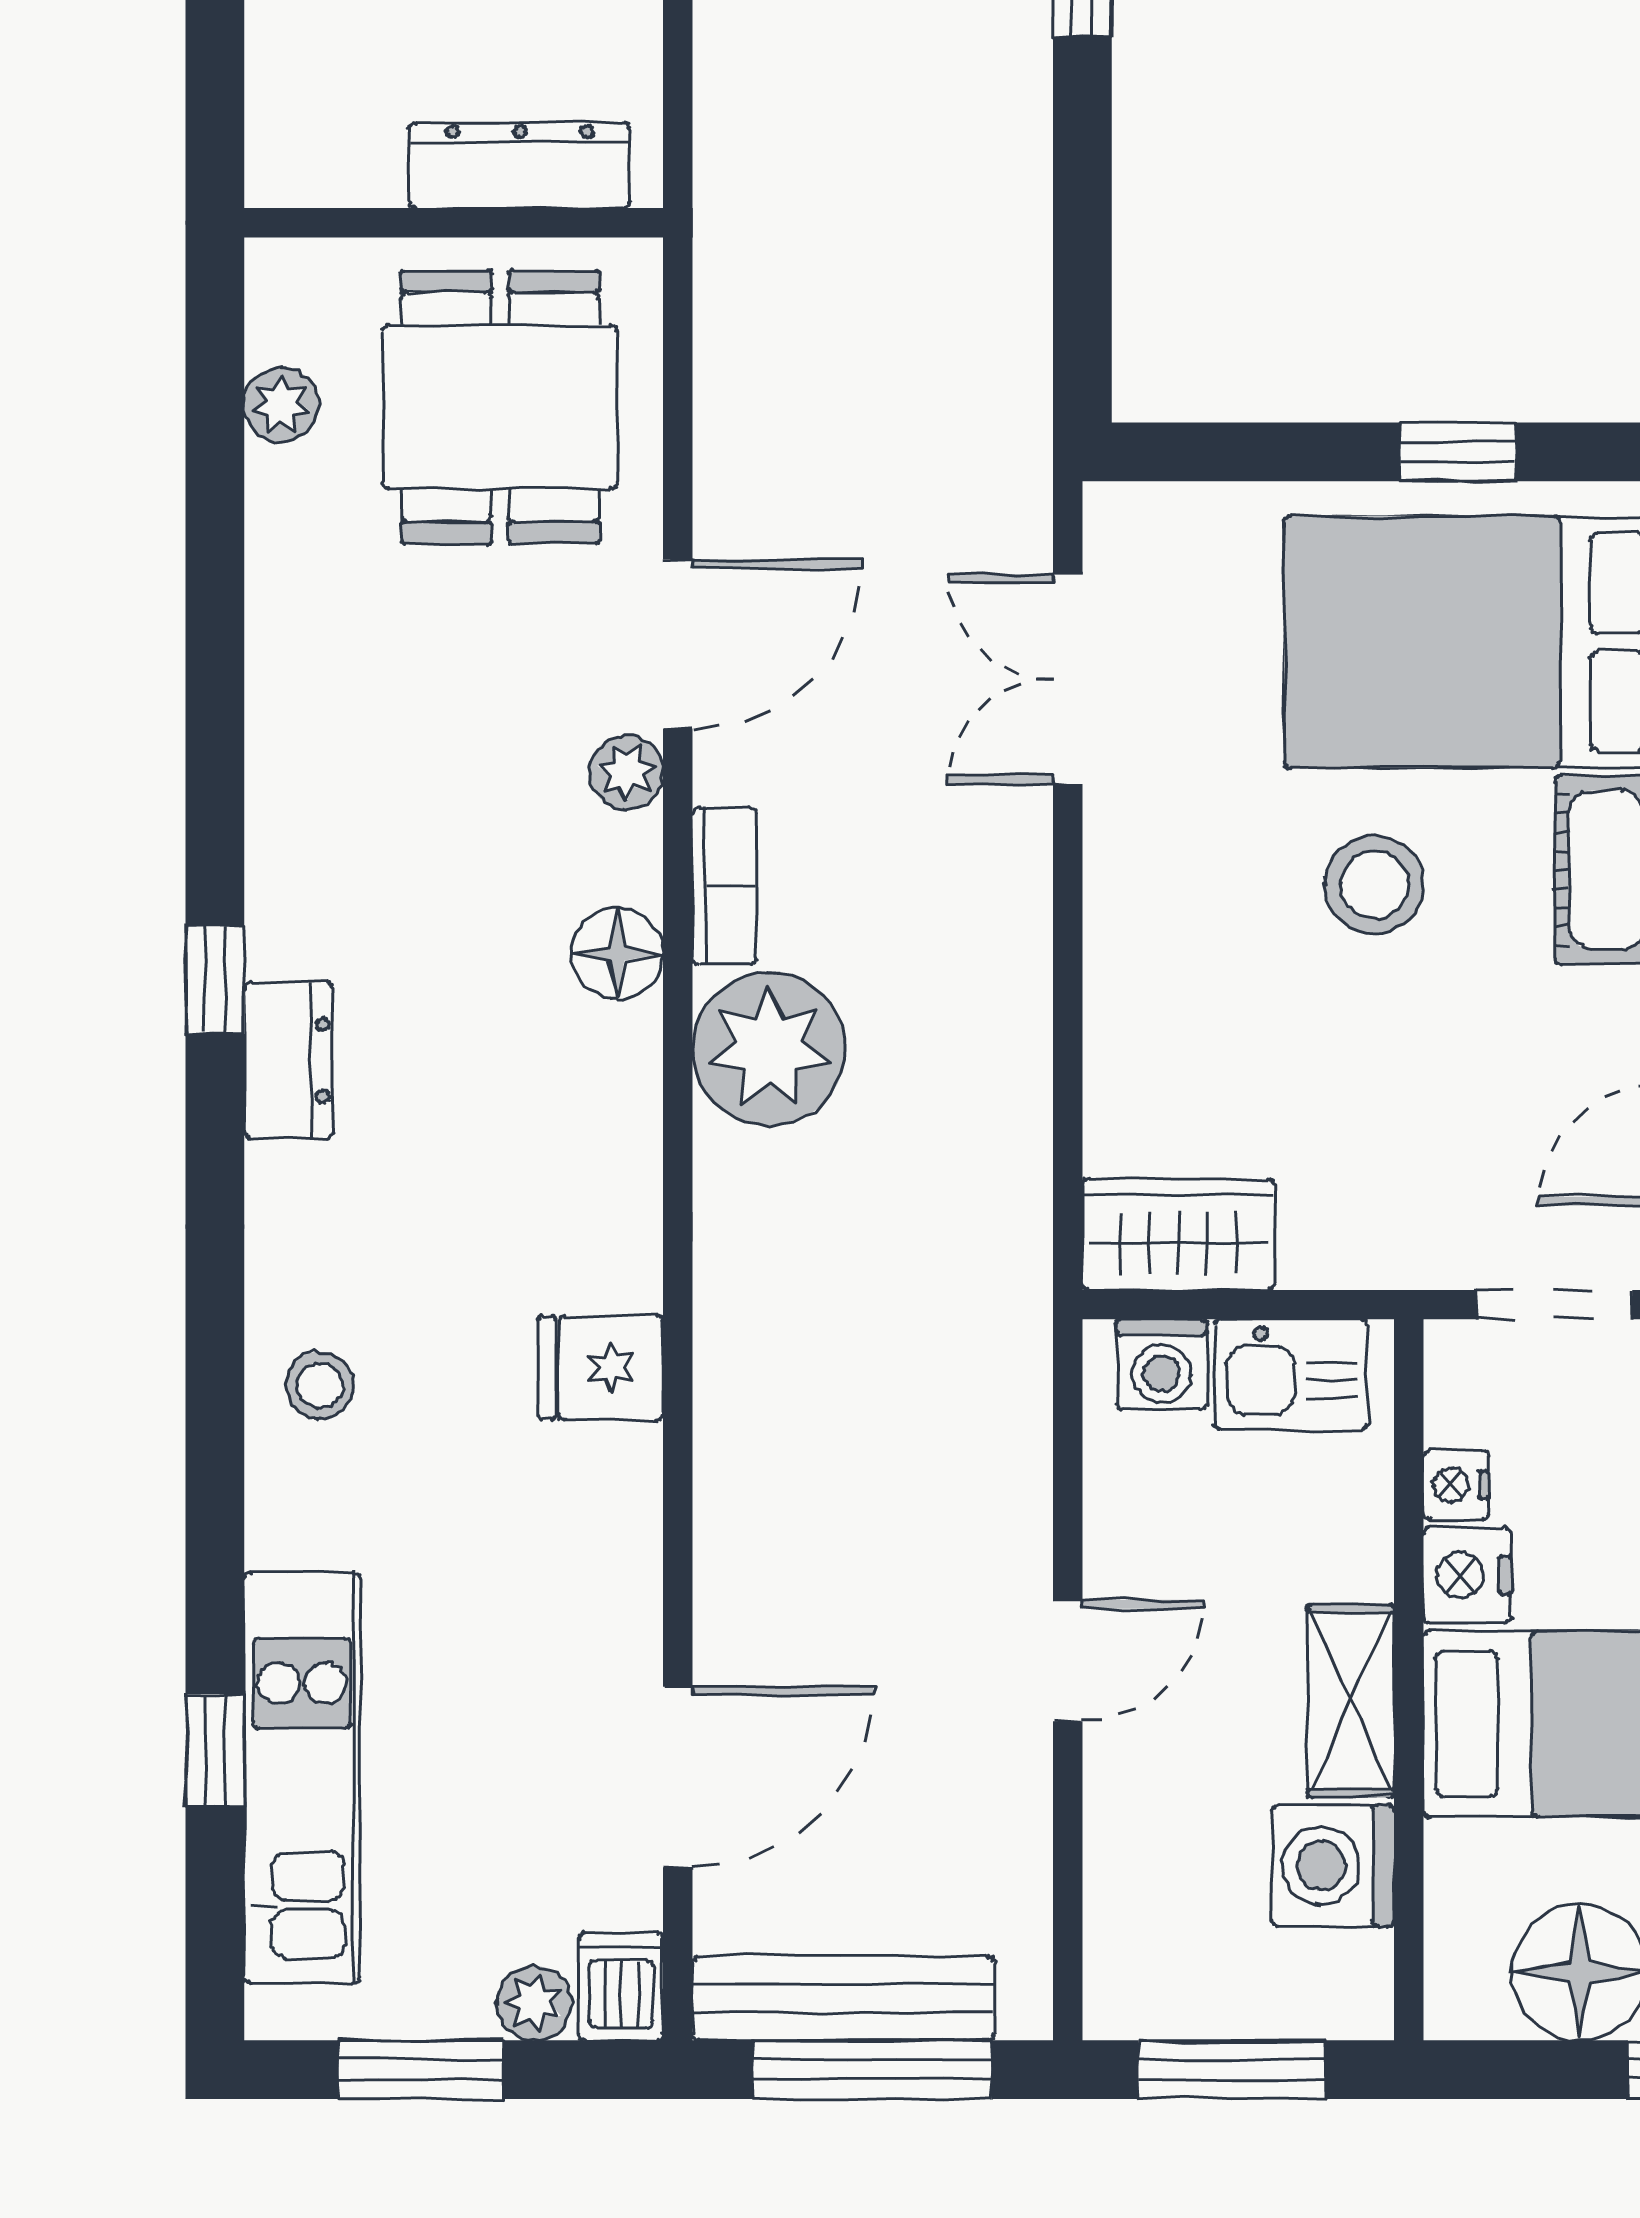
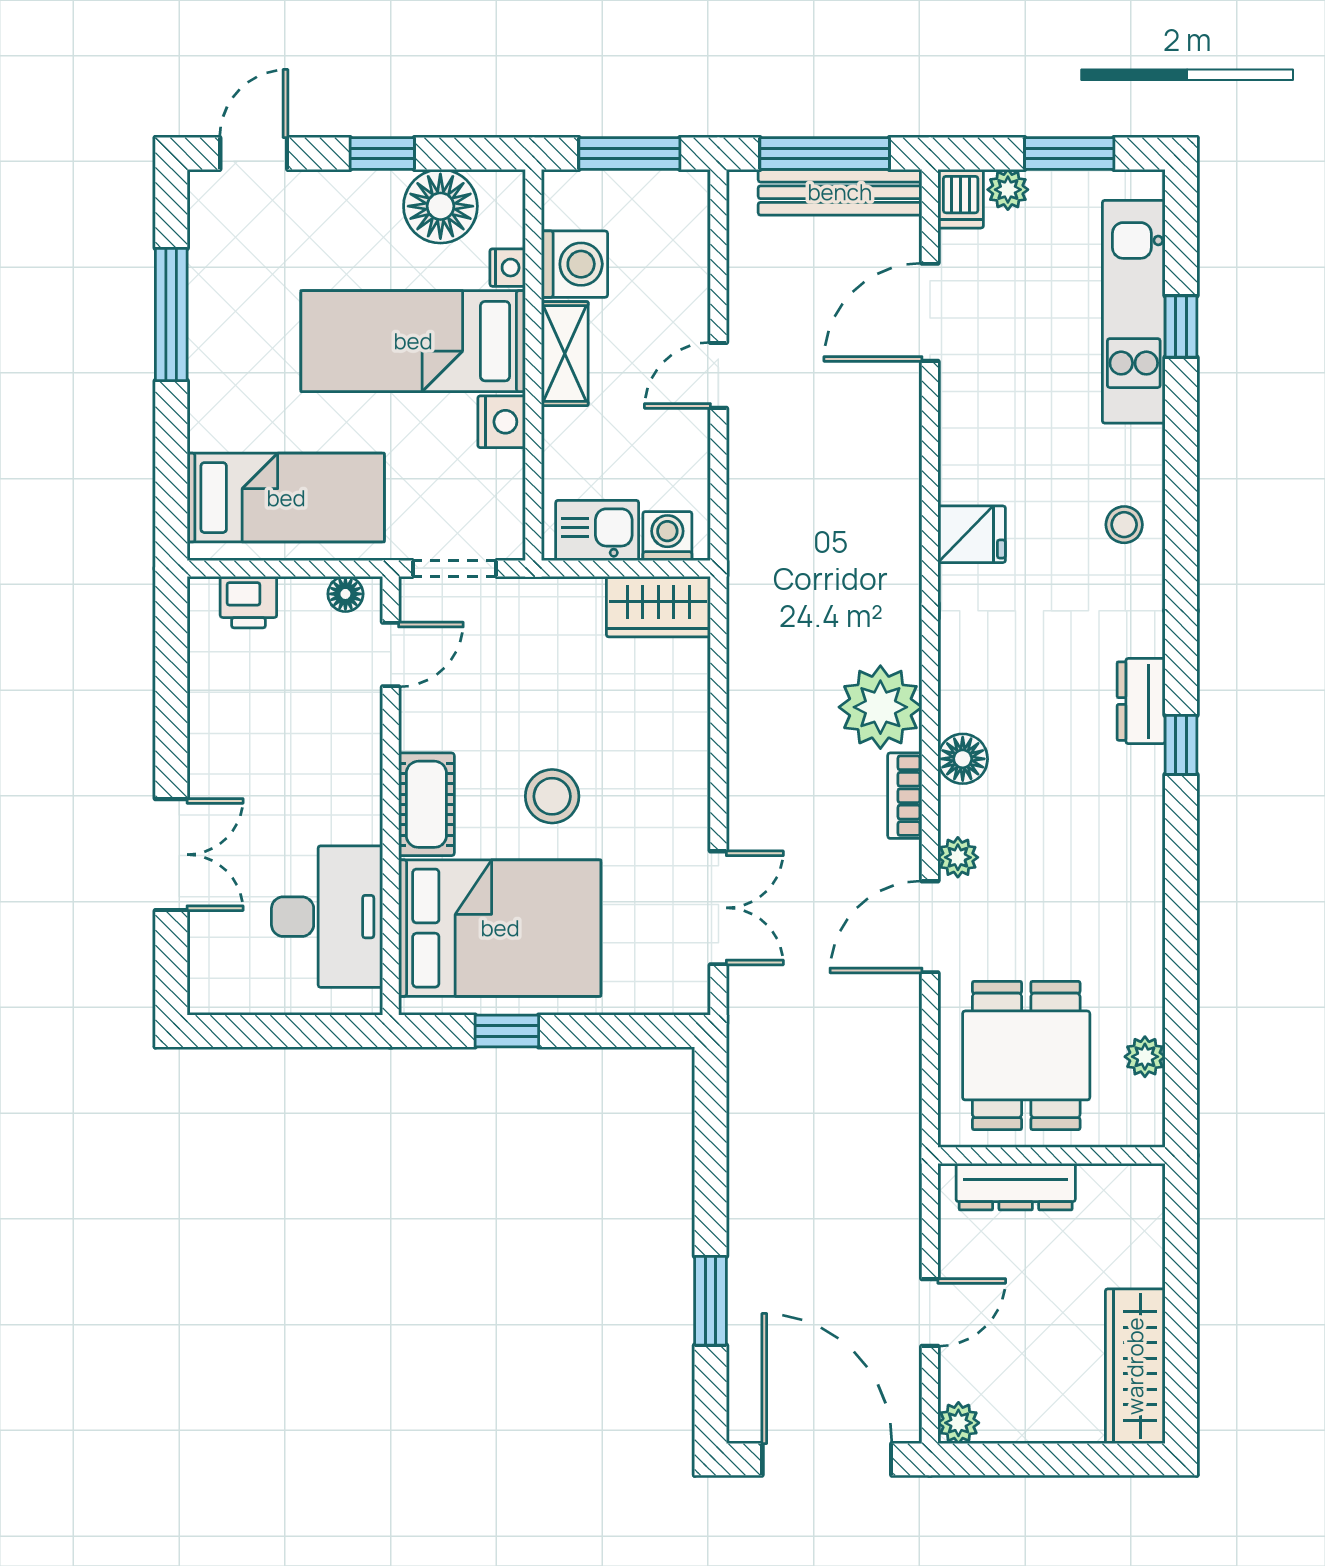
nightstand: (1456, 1485) -> (508, 268), moved

